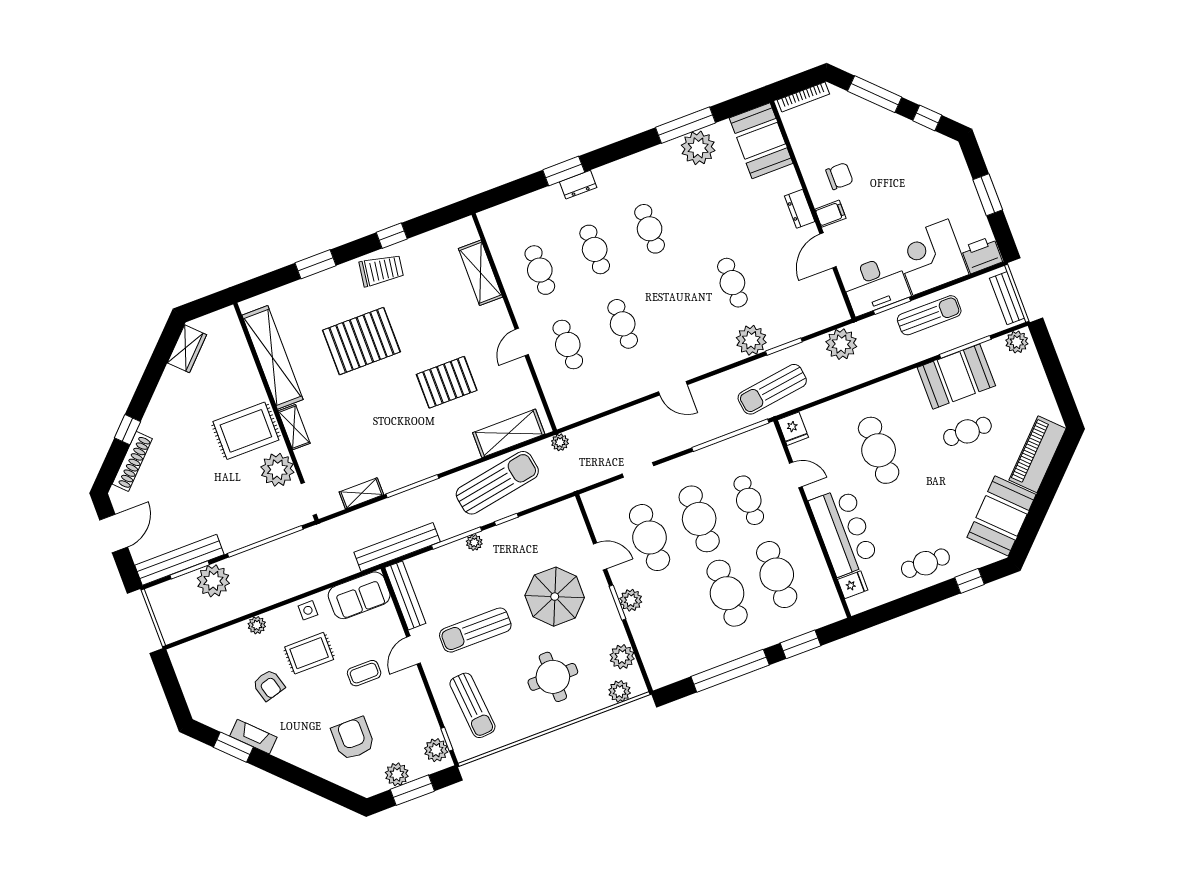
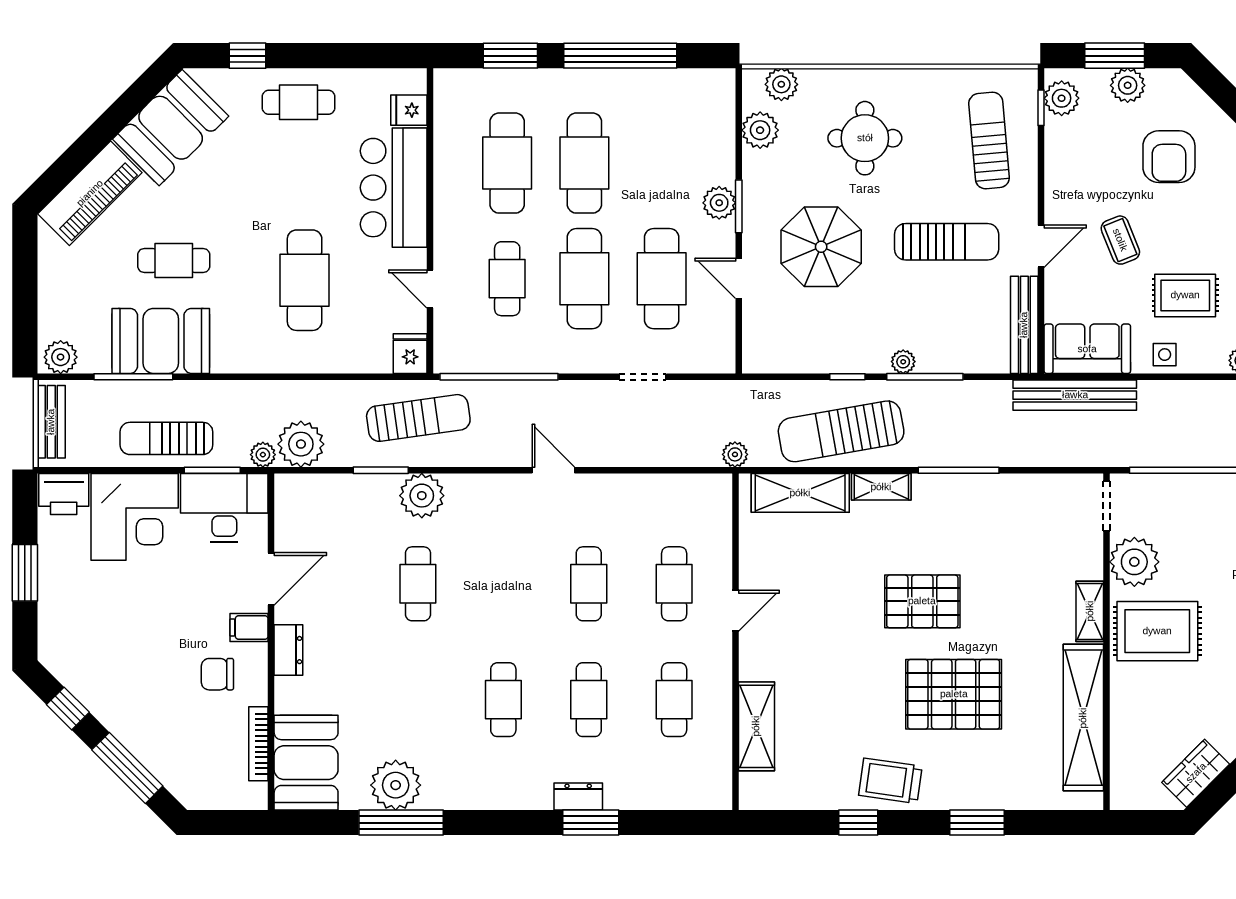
bookcase: (803, 97) -> (258, 744), moved, turned -90
plant: (863, 328) -> (263, 455), added
pallet: (447, 382) -> (922, 601), moved
shelving: (361, 493) -> (881, 487), moved
bench: (397, 547) -> (1075, 395), moved
coffee table: (364, 673) -> (1120, 240), turned 68

